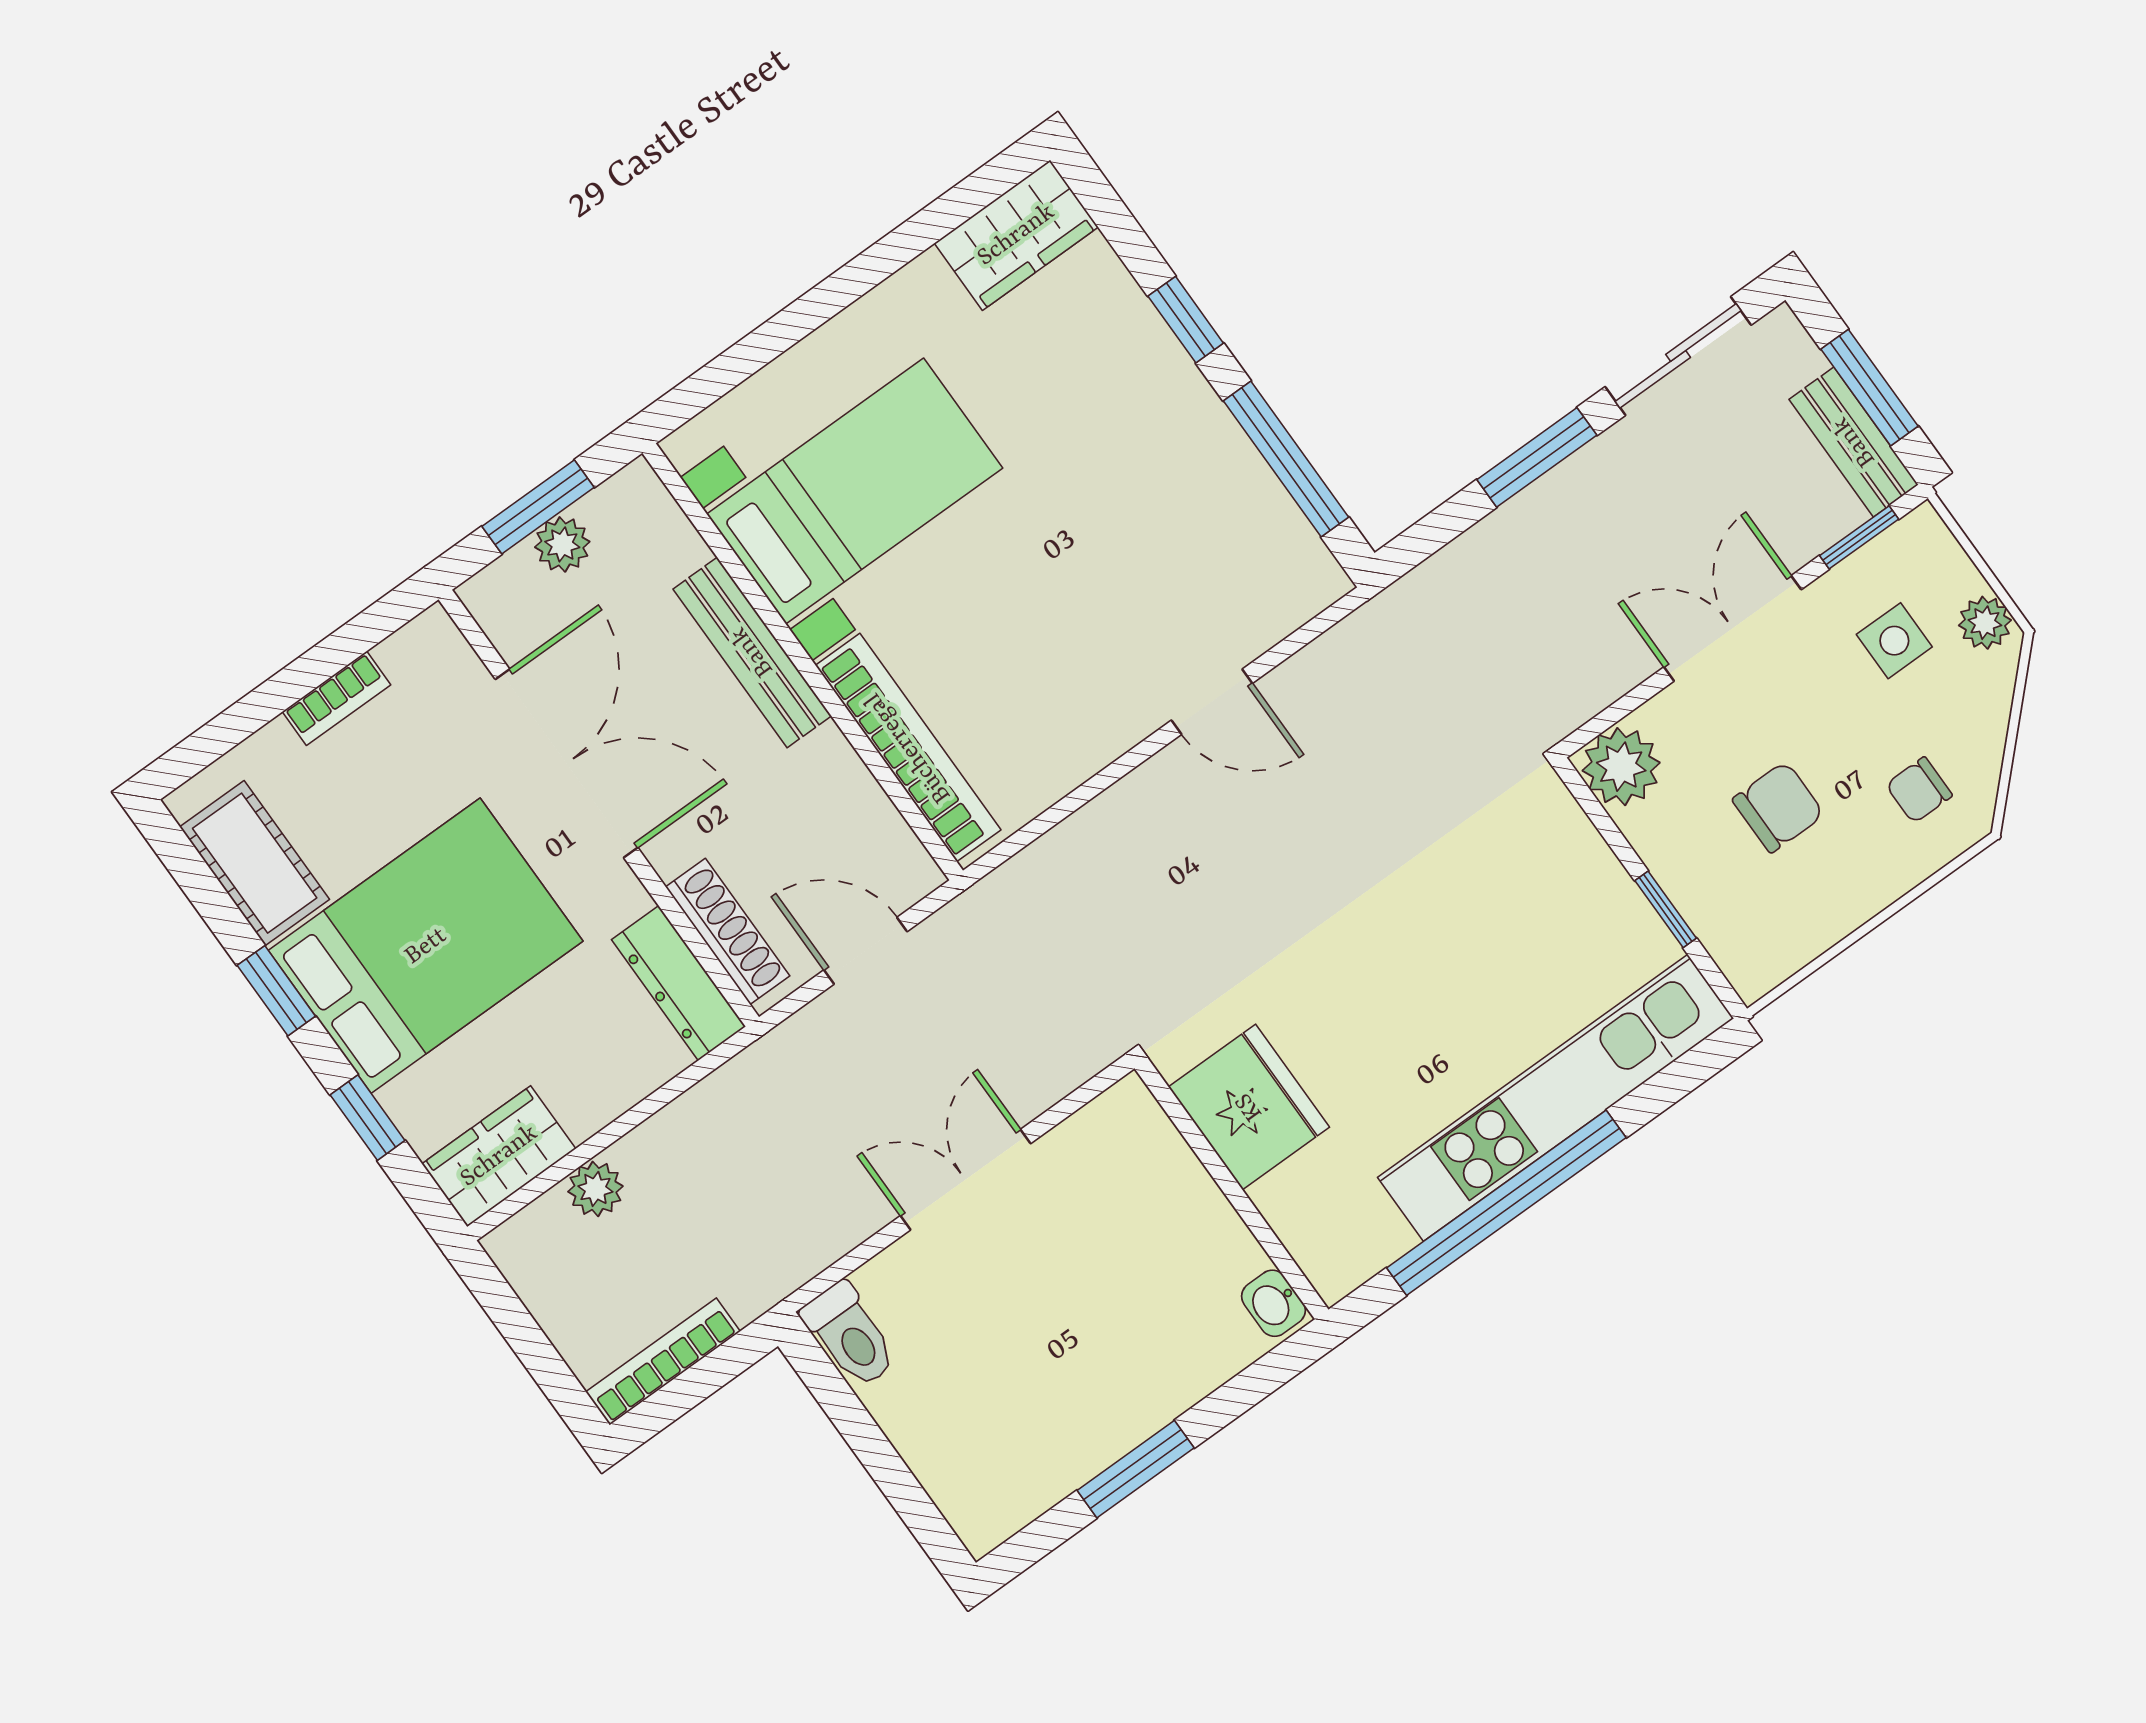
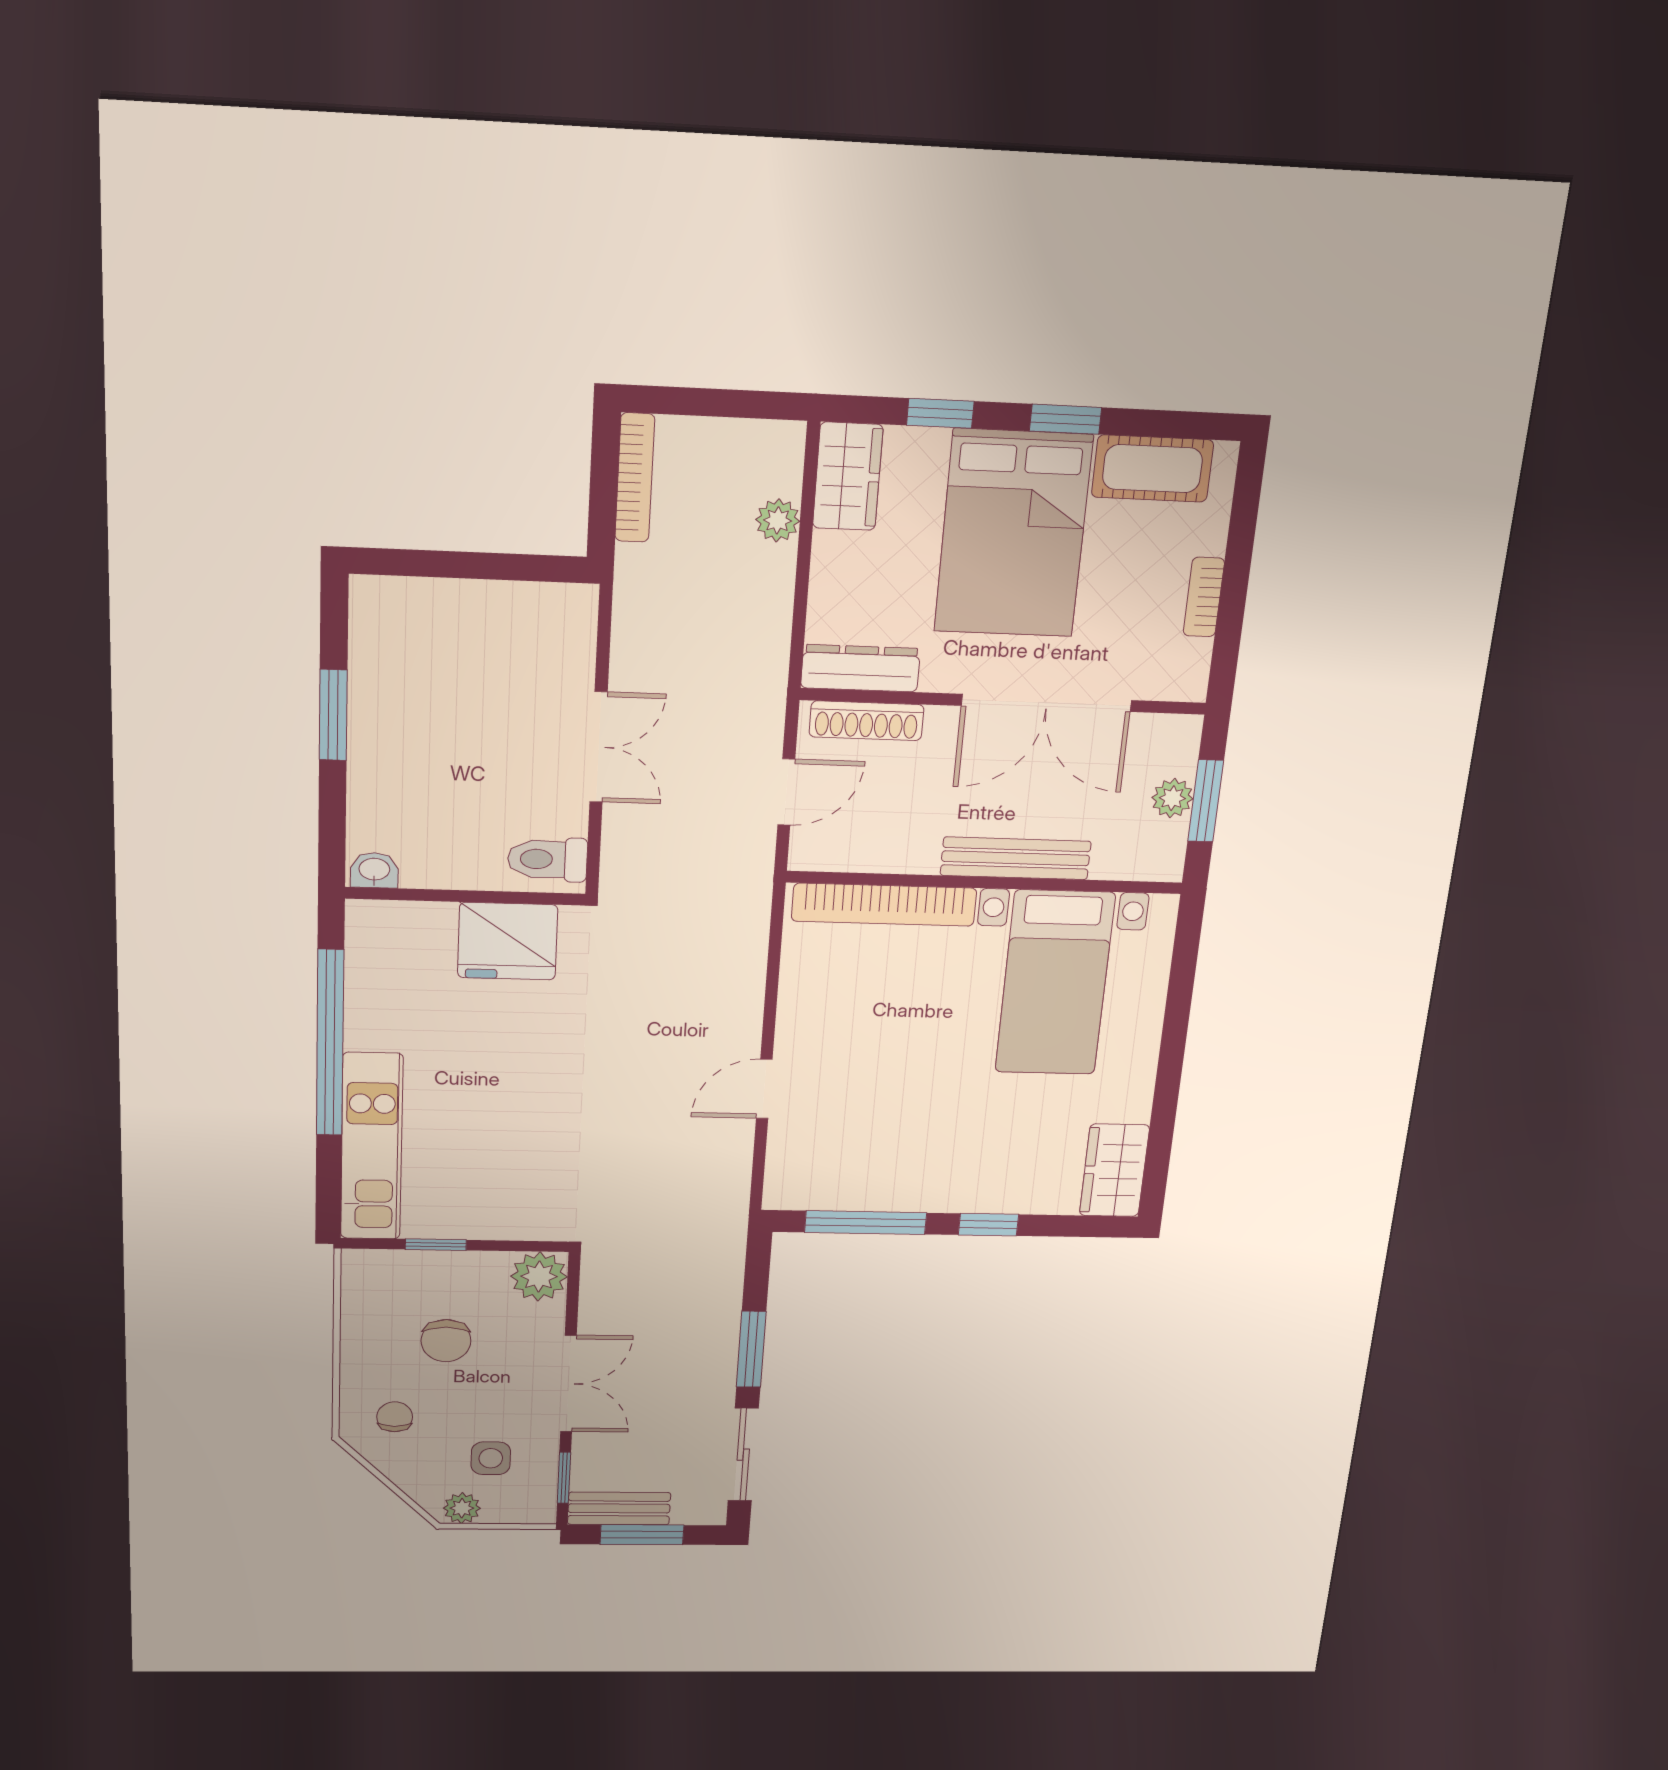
kitchen unit: (1556, 1098) -> (372, 1147), width x0.73
toilet: (850, 1335) -> (547, 859), moved

